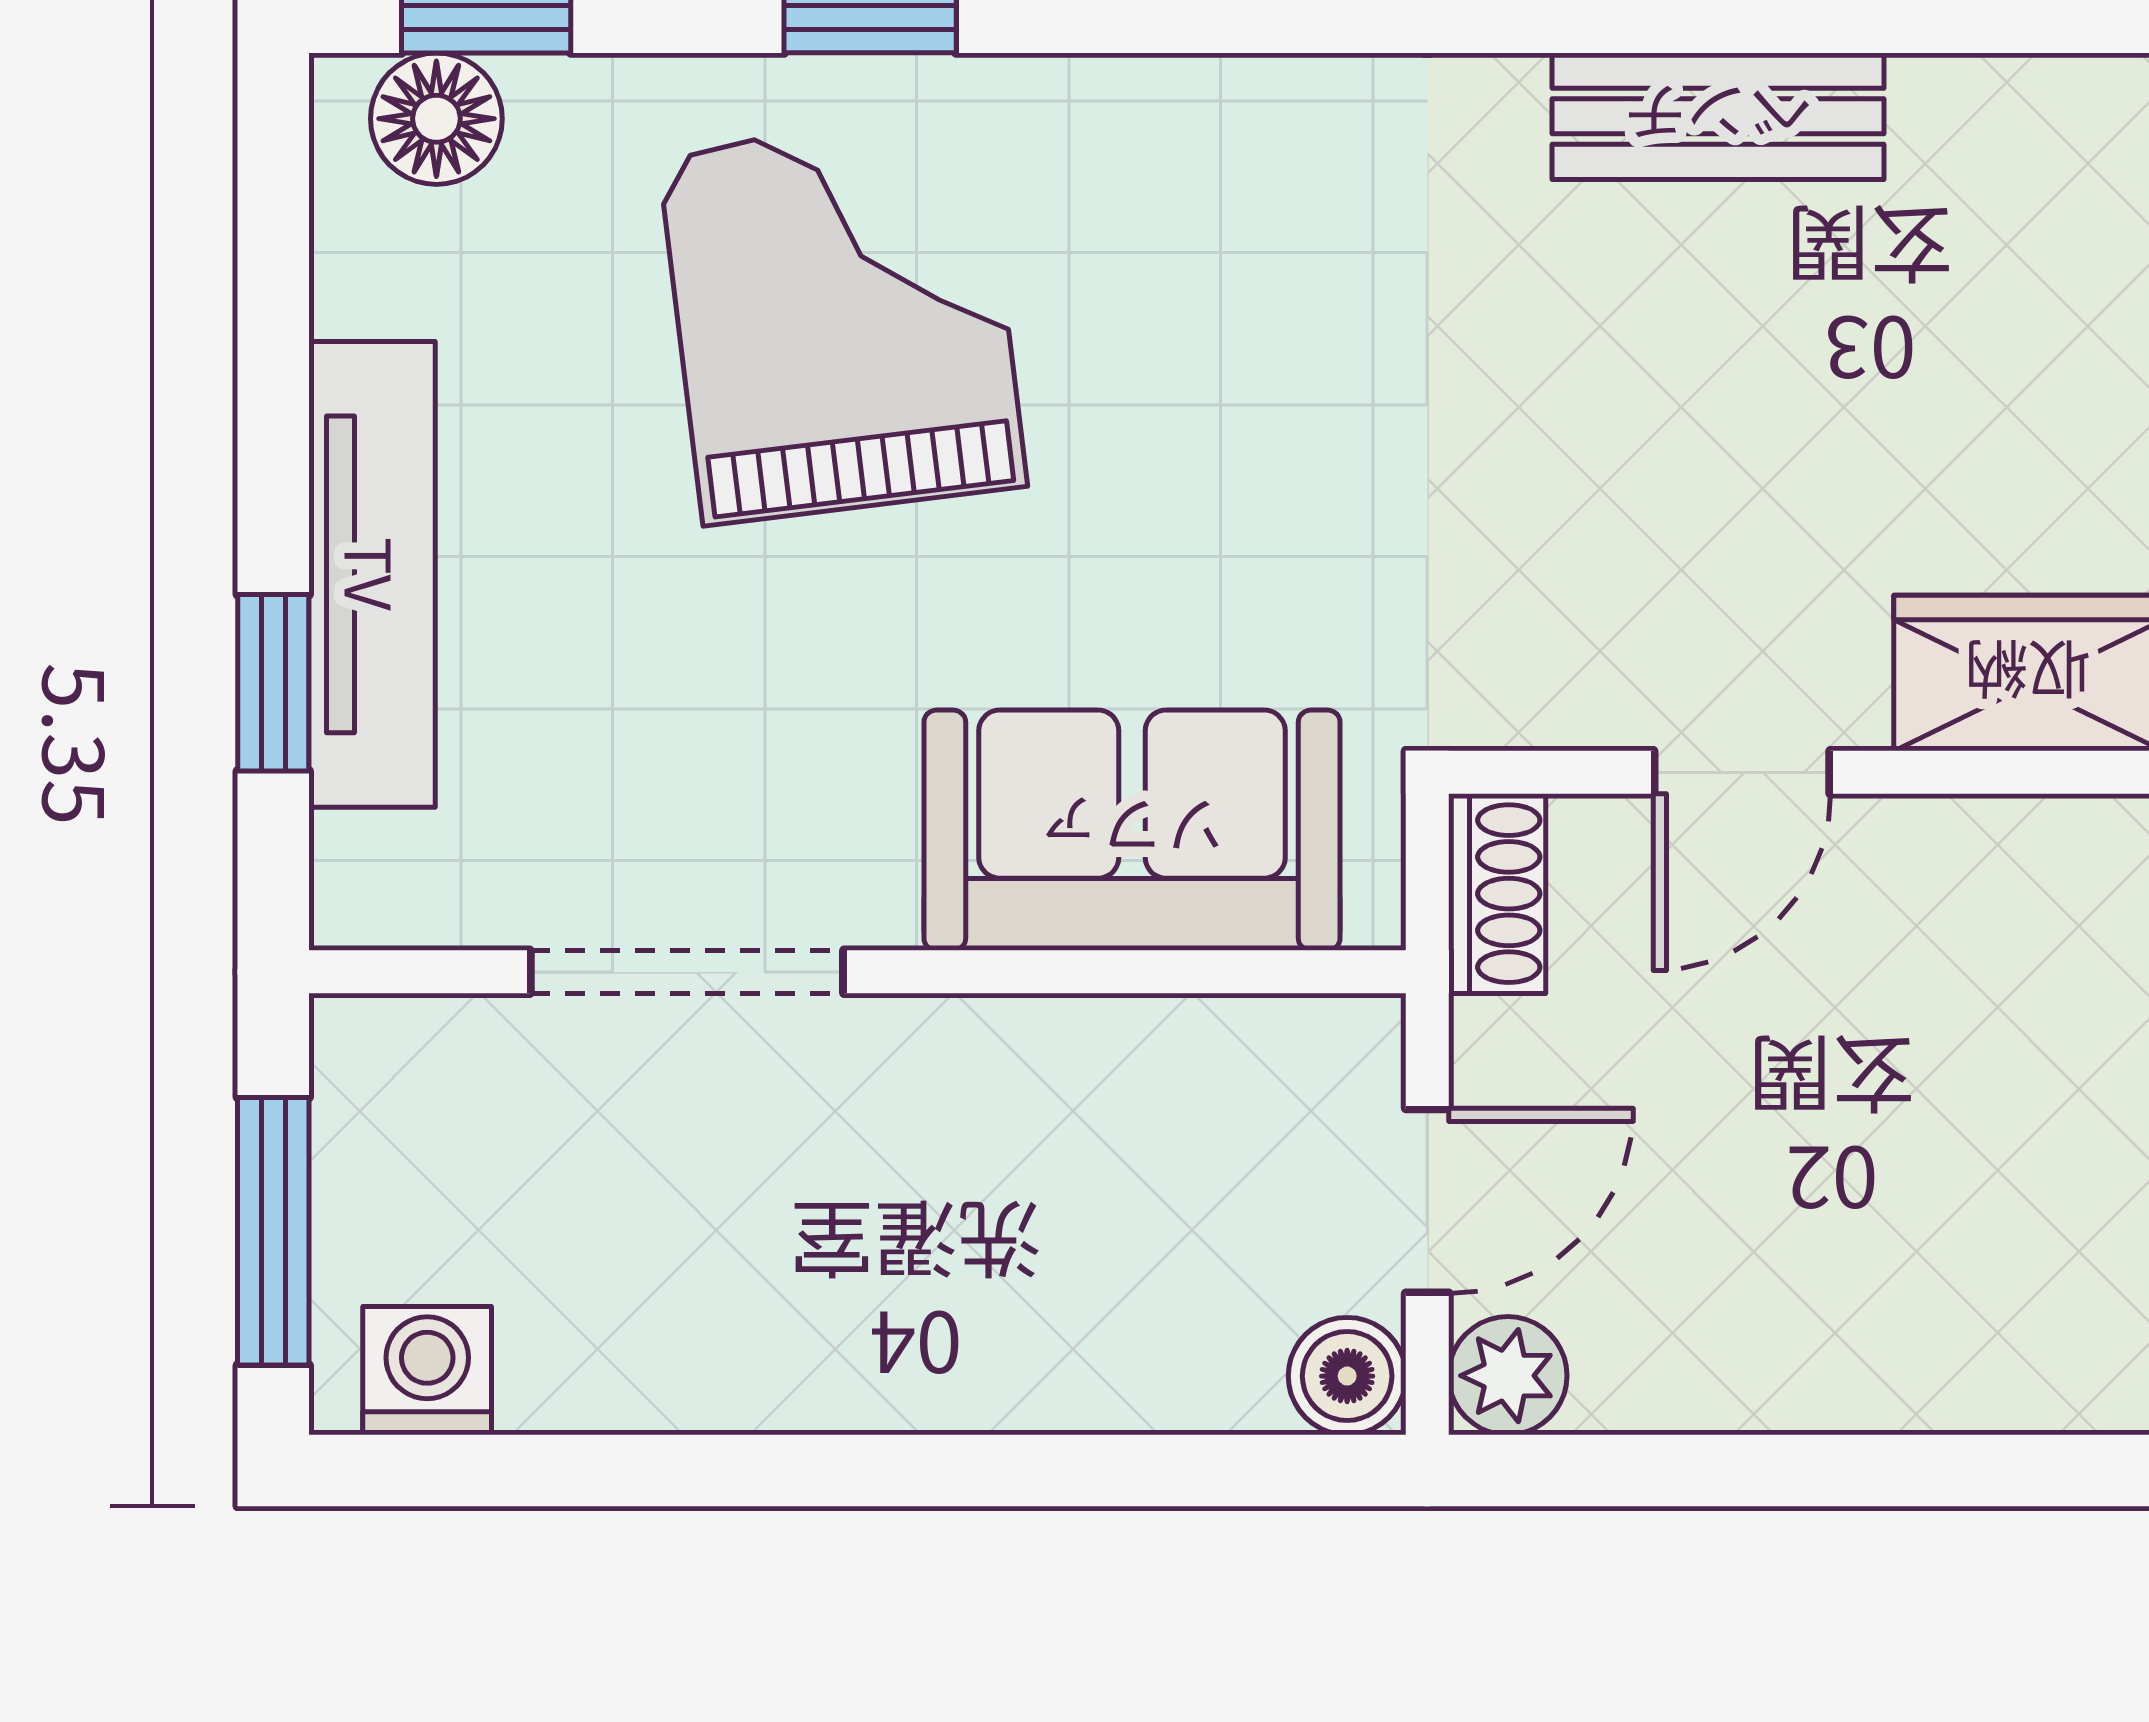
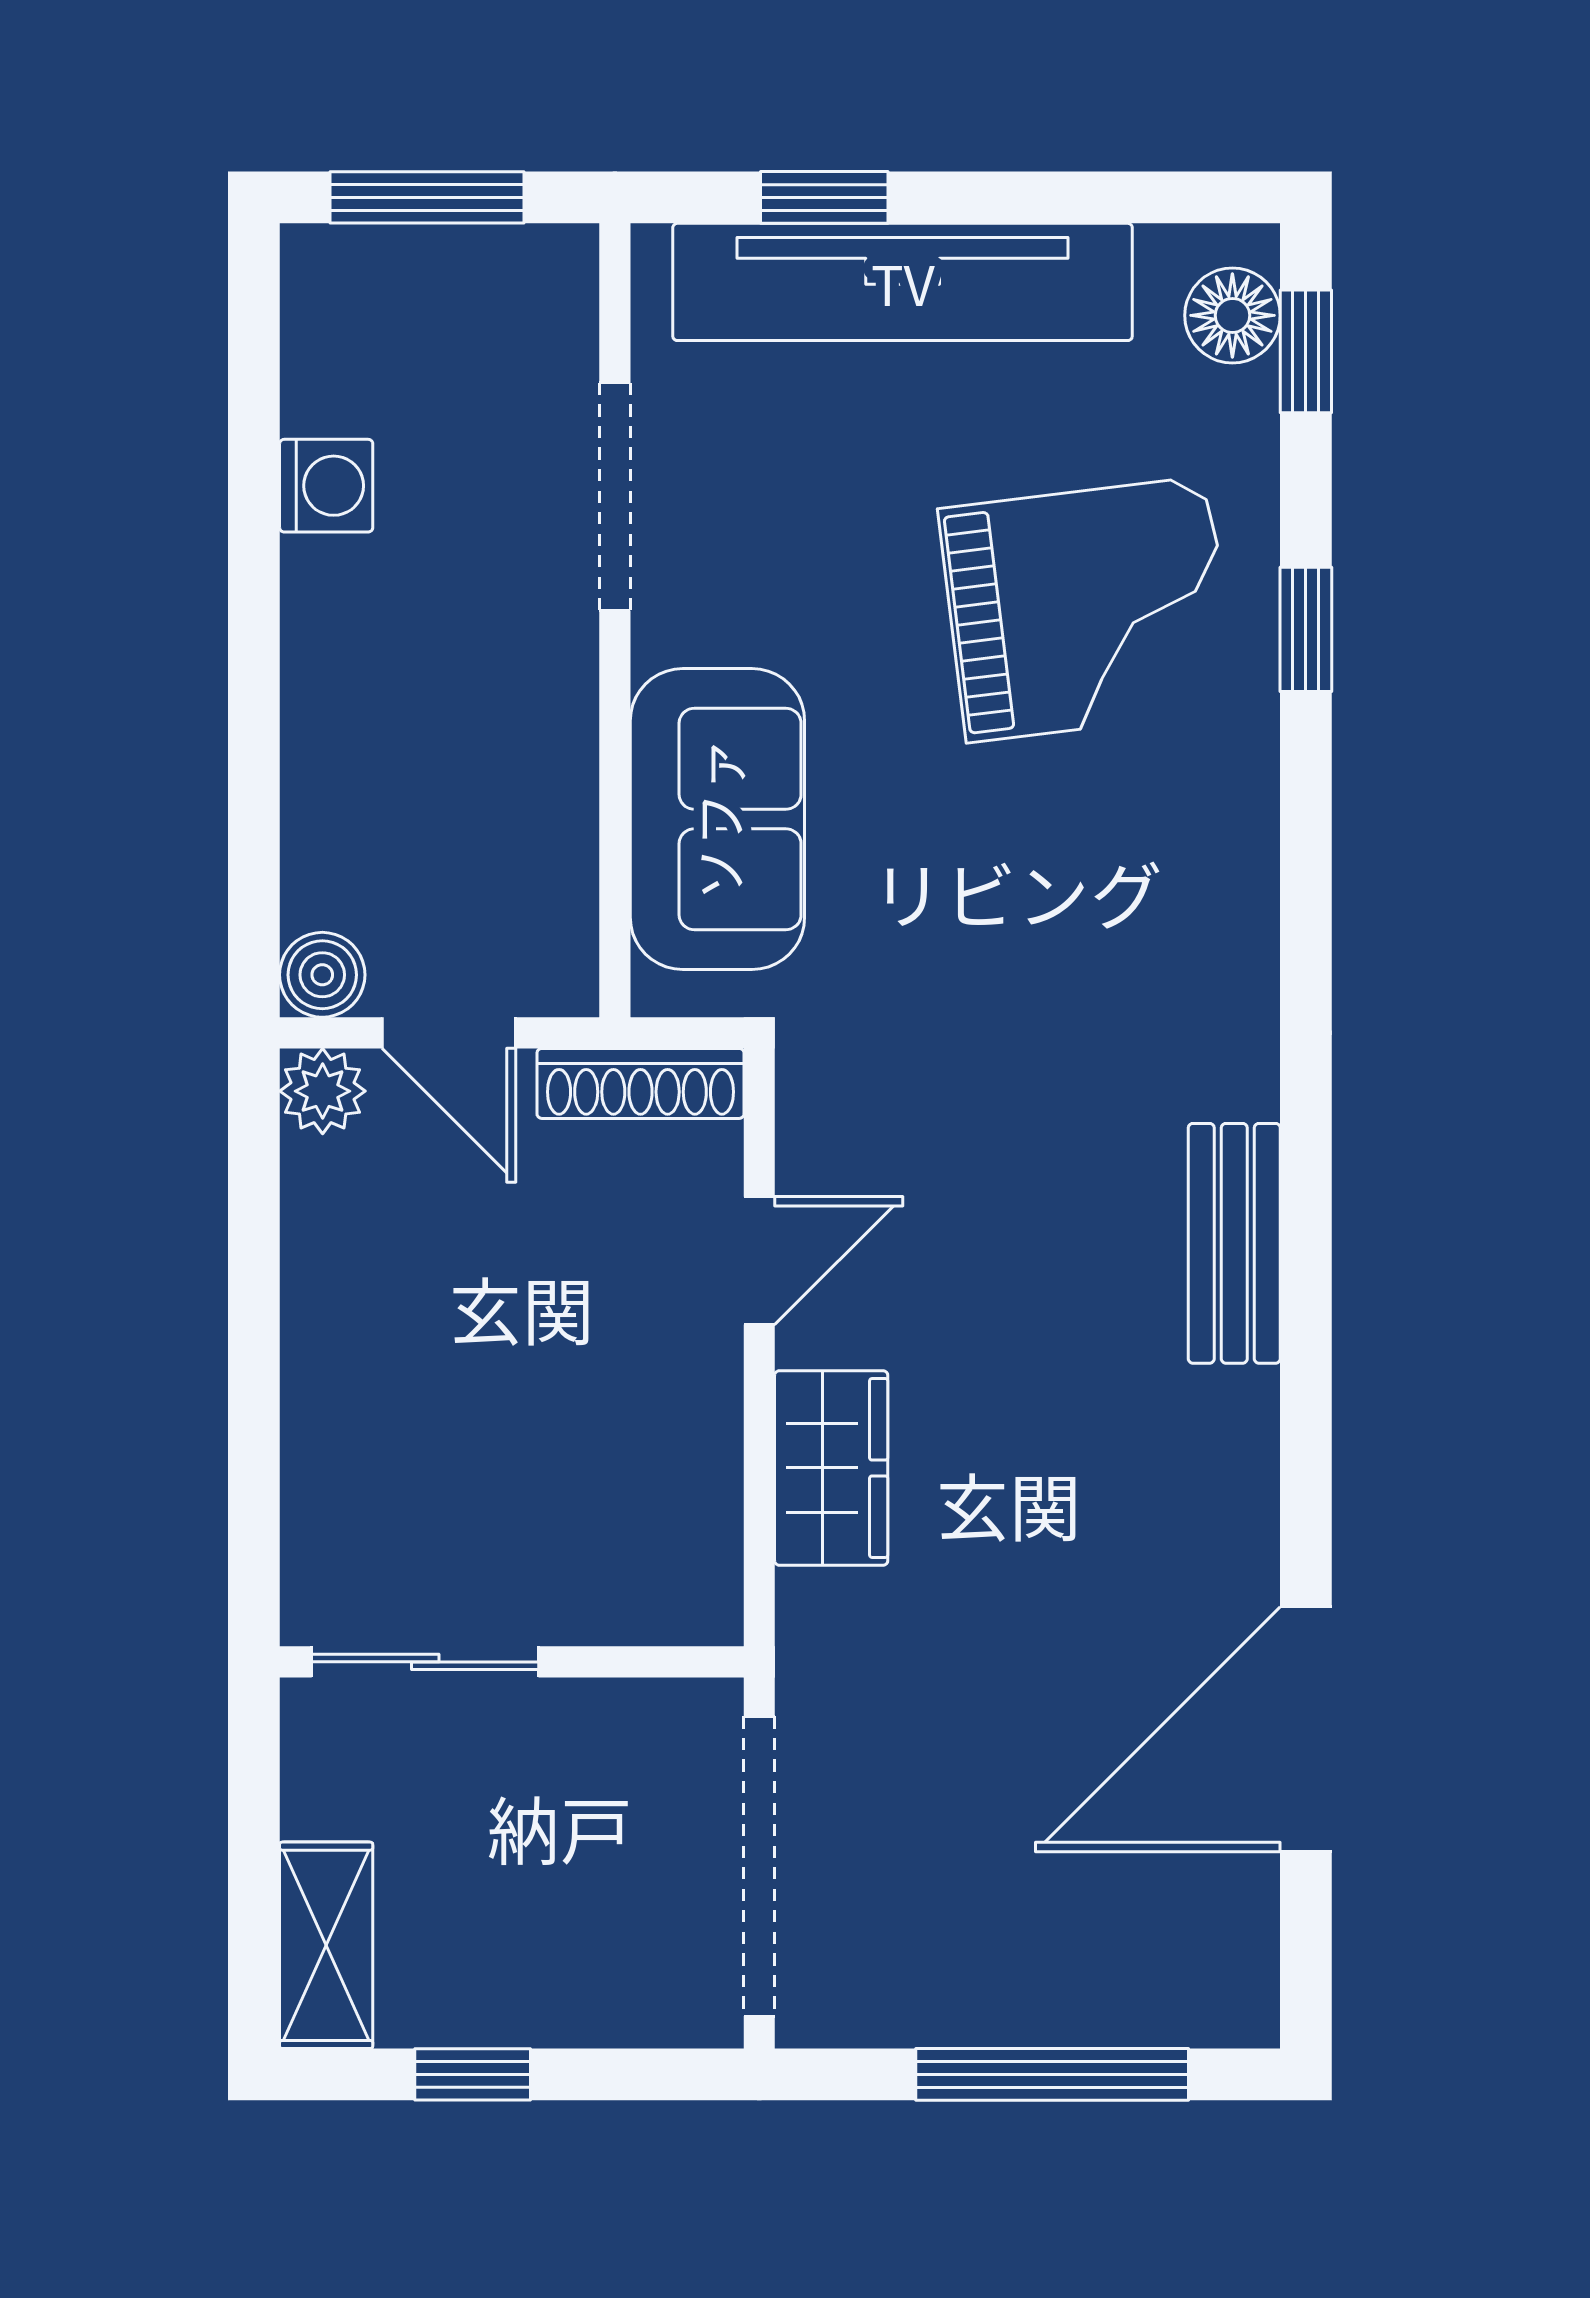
tv unit: (372, 574) -> (903, 282), width x1.36, depth x1.29
door: (1742, 772) -> (759, 1261), swing flipped
shoe rack: (1497, 894) -> (640, 1083), width x1.43
washing machine: (427, 1371) -> (326, 486), moved

